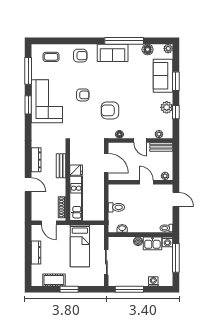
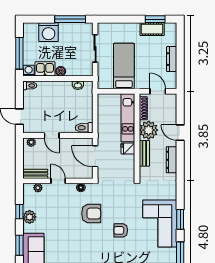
plant: (57, 187) -> (149, 130), added
toilet: (116, 207) -> (84, 128), moved
washing machine: (153, 281) -> (49, 32), width x1.89, depth x1.89
window: (69, 289) -> (155, 19), moved

